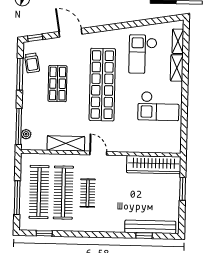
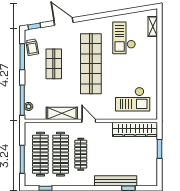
shelving: (177, 68) -> (152, 49), removed
checkout: (158, 106) -> (133, 99), moved
clothes rail: (88, 193) -> (81, 154), width x1.36
bench: (150, 227) -> (116, 181), moved

